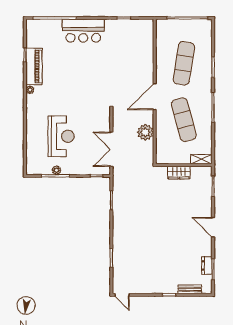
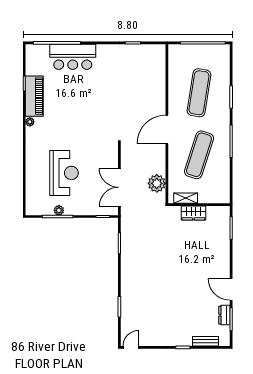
bar counter: (83, 31) -> (73, 57), moved
exercise mat: (184, 120) -> (199, 155), turned 33
plant: (145, 132) -> (157, 183), moved
shelving: (201, 159) -> (186, 198), moved
door: (213, 227) -> (231, 289), moved
door: (122, 295) -> (131, 347), swing flipped

